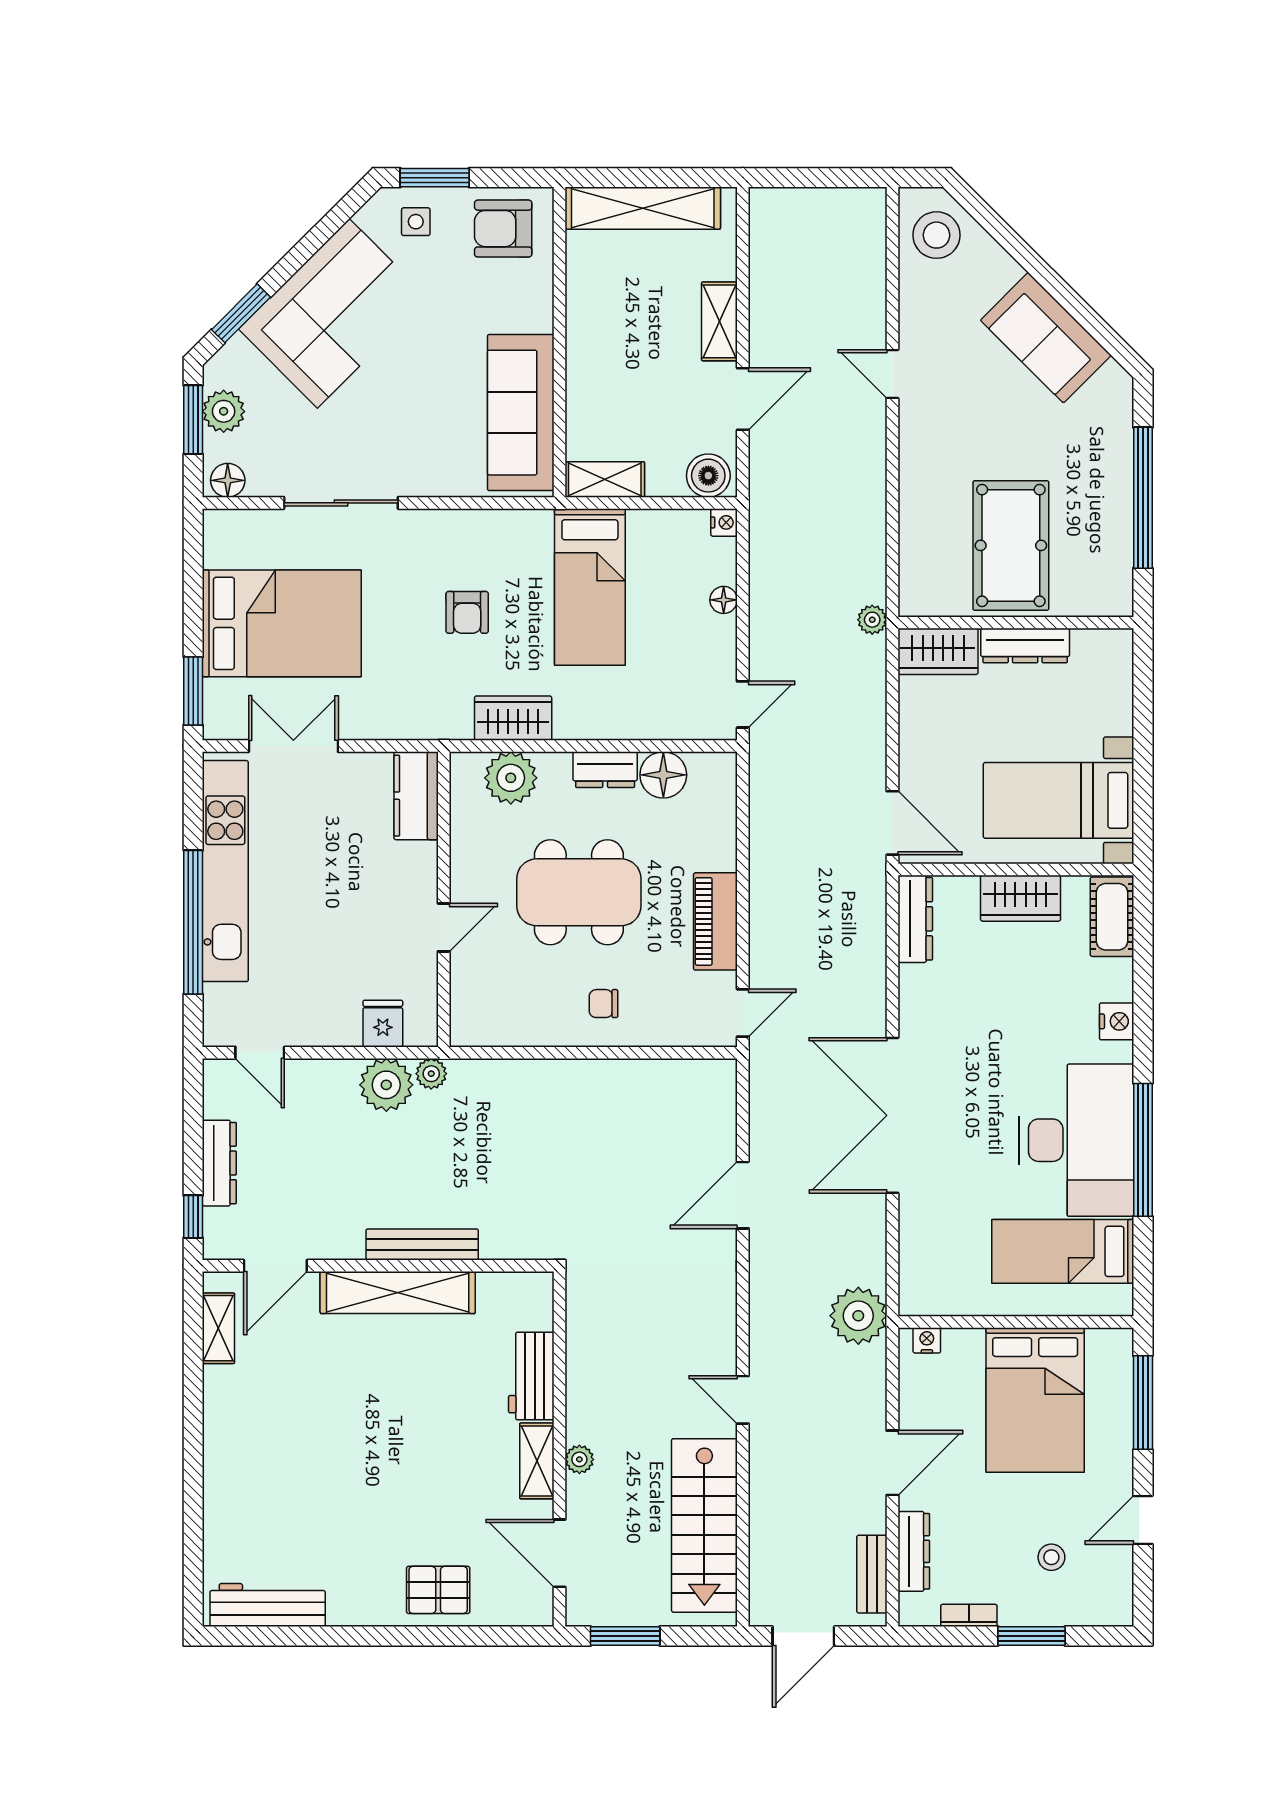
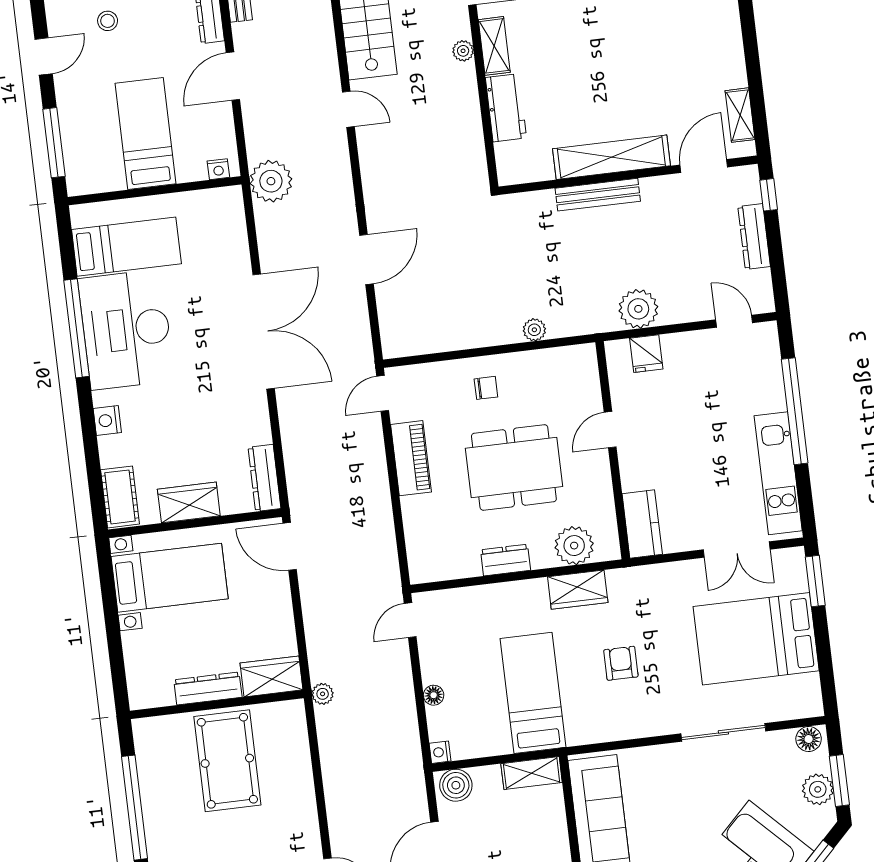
floor lamp: (663, 775) -> (462, 561), removed
kitchen unit: (225, 871) -> (778, 473), width x0.73
plant: (431, 1074) -> (534, 330), moved
bed: (1035, 1400) -> (146, 134), width x0.67

